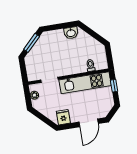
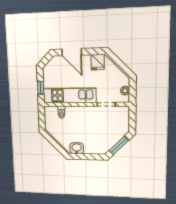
door: (89, 123) -> (72, 52), swing flipped

